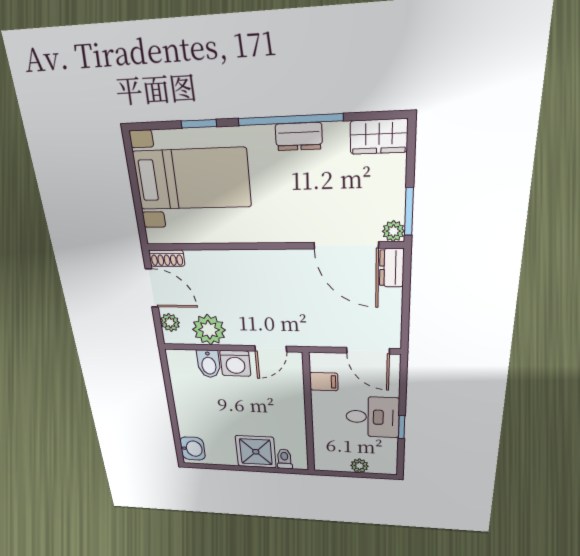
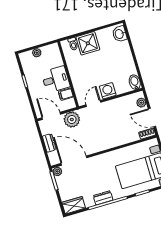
dresser: (392, 268) -> (49, 143), moved
plant: (209, 330) -> (72, 119), moved
bidet: (209, 364) -> (135, 82), moved
desk: (372, 417) -> (56, 79), moved, turned 180

